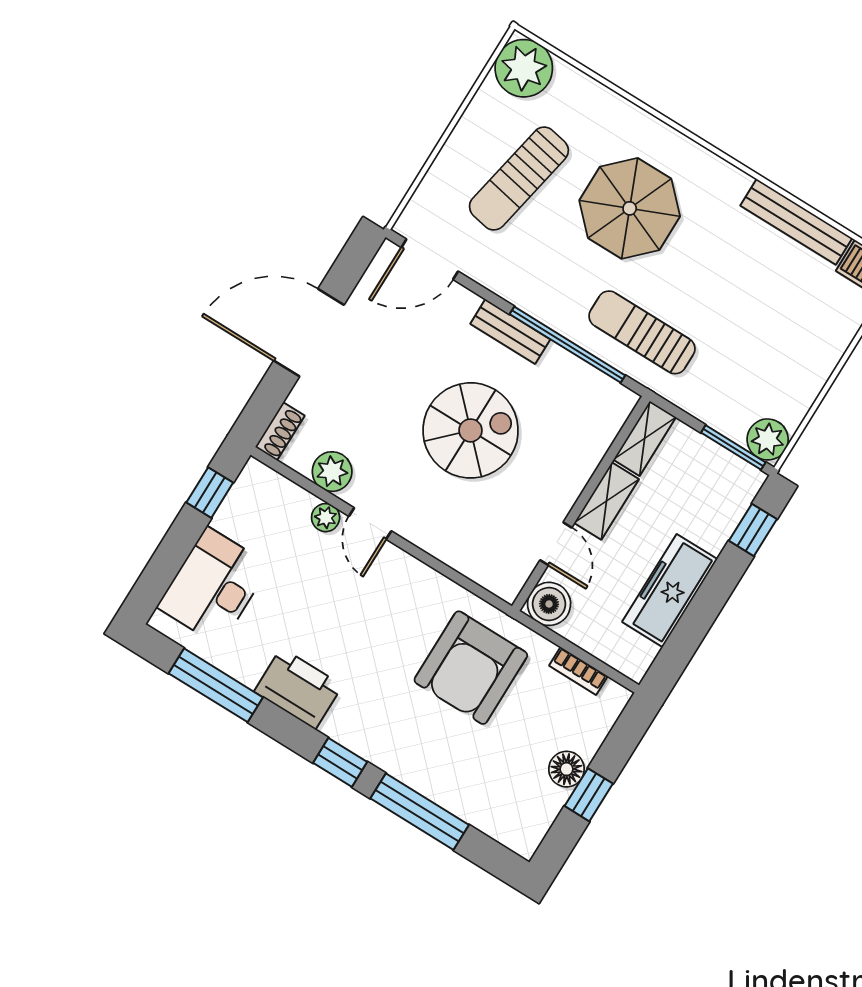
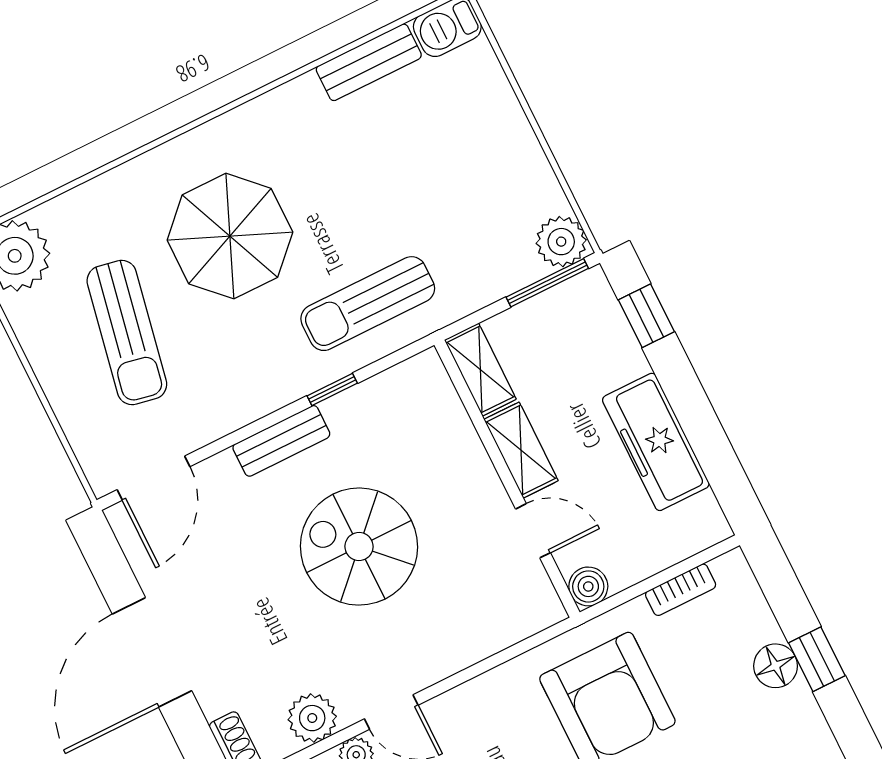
bench: (796, 222) -> (369, 62), width x0.73
window: (567, 345) -> (332, 389), width x0.32
spiral stairs: (471, 430) -> (359, 547), turned -90
boiler: (549, 604) -> (588, 586), width x0.73, depth x0.73

